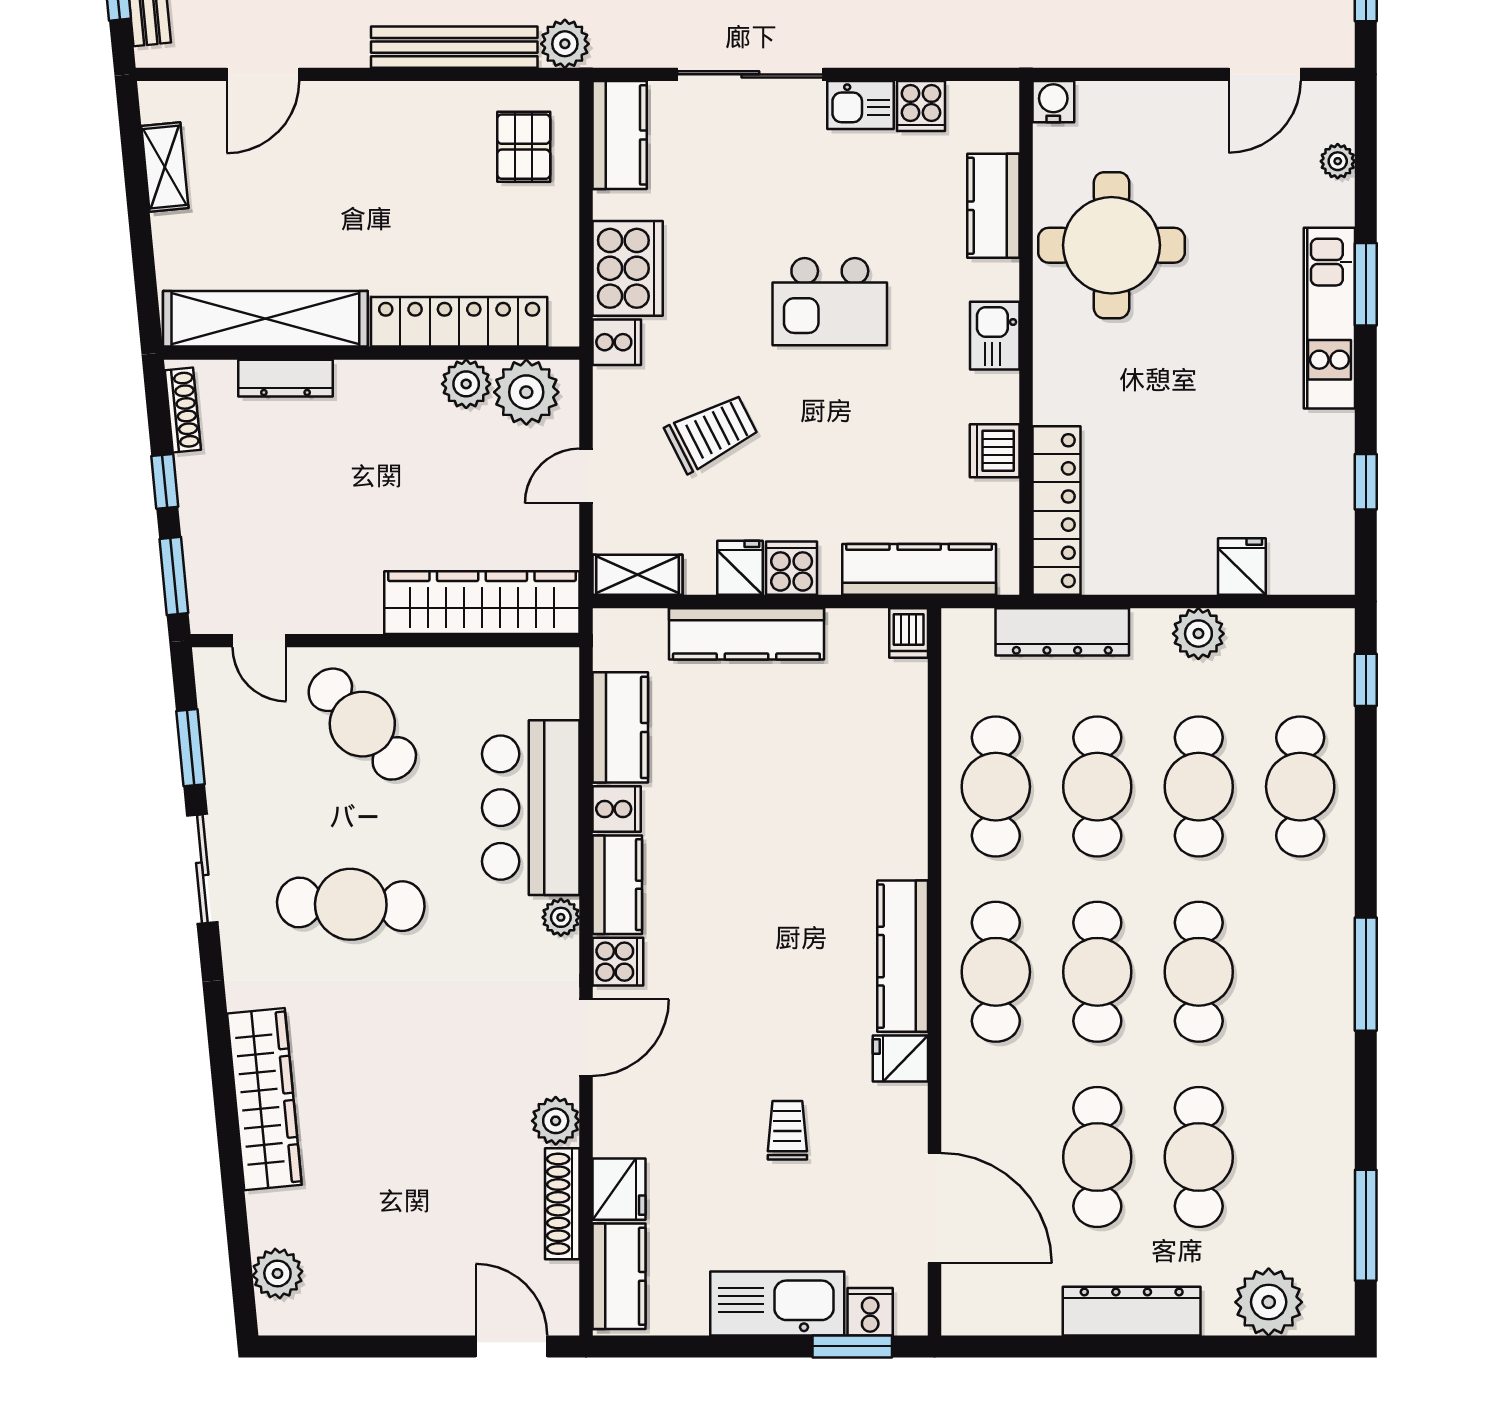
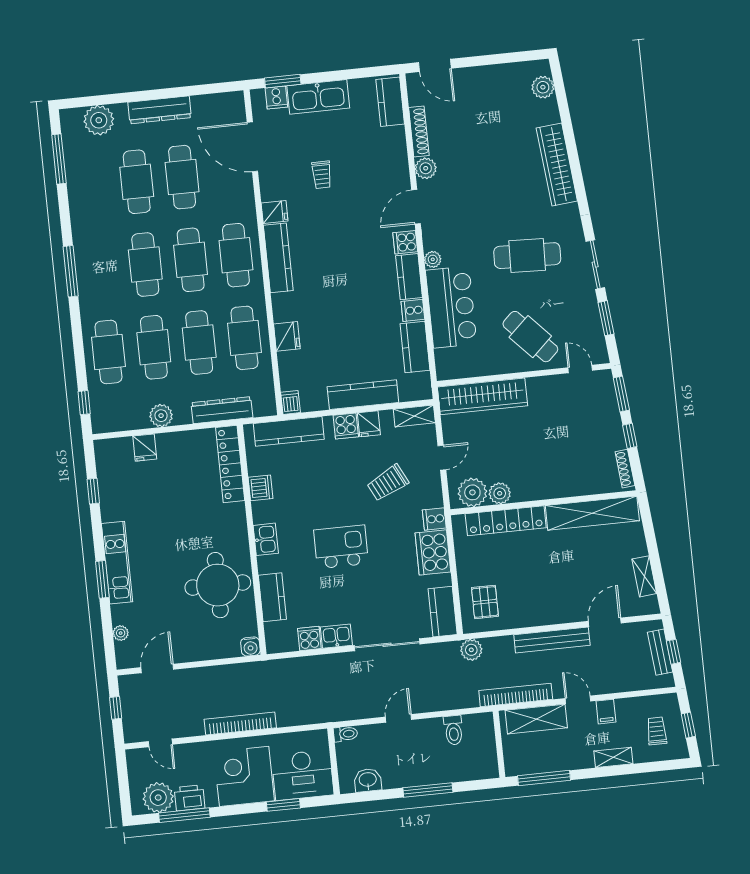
bench: (454, 47) -> (552, 640), moved
dresser: (286, 378) -> (581, 488), removed
fridge: (619, 1189) -> (287, 336), moved, turned 180

